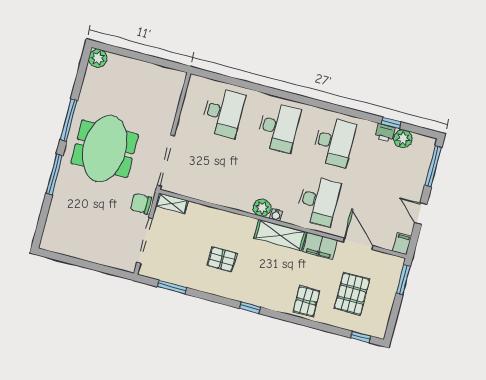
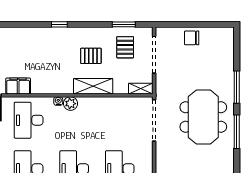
chair: (141, 204) -> (192, 38), moved, turned 180
shelving: (280, 235) -> (93, 86), moved
pallet: (306, 301) -> (125, 47), moved

